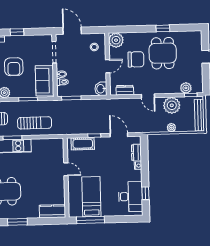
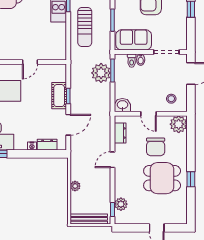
plant: (172, 105) -> (101, 73), moved
cot: (83, 144) -> (59, 96), moved

